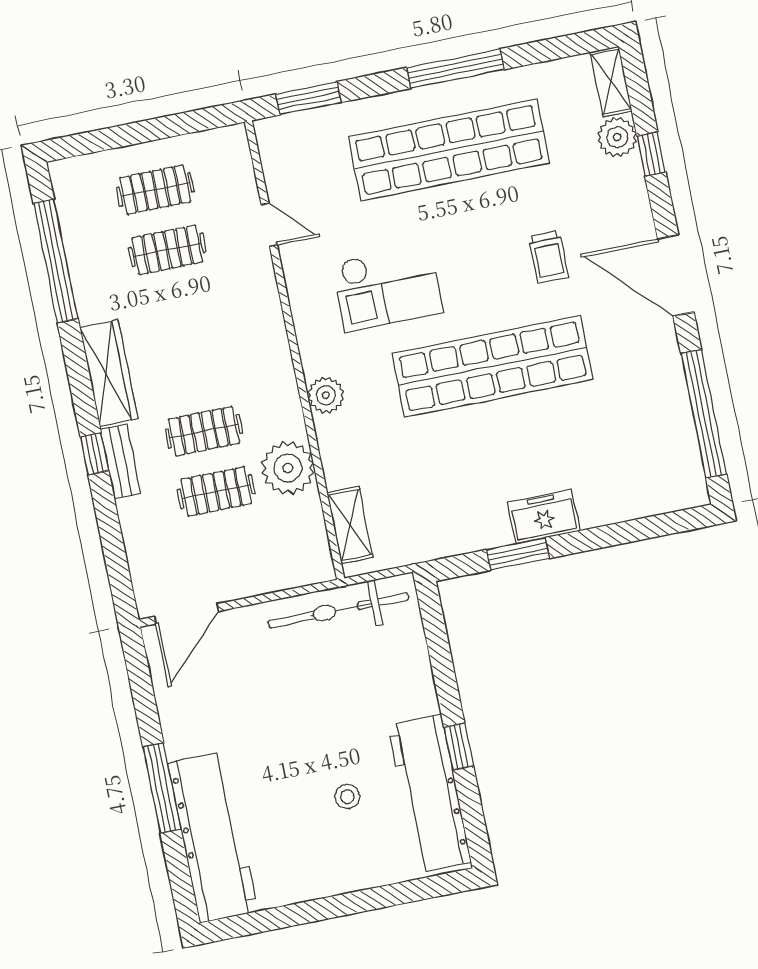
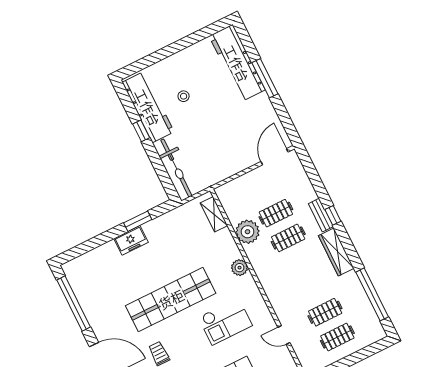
checkout: (387, 288) -> (225, 321), turned 180
bicycle: (338, 610) -> (176, 168), moved, turned 90

